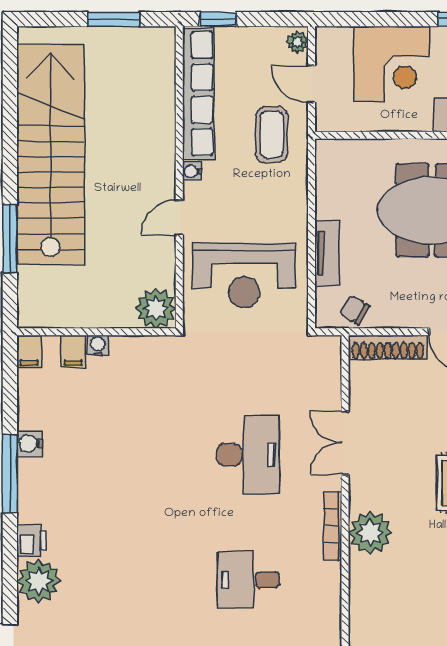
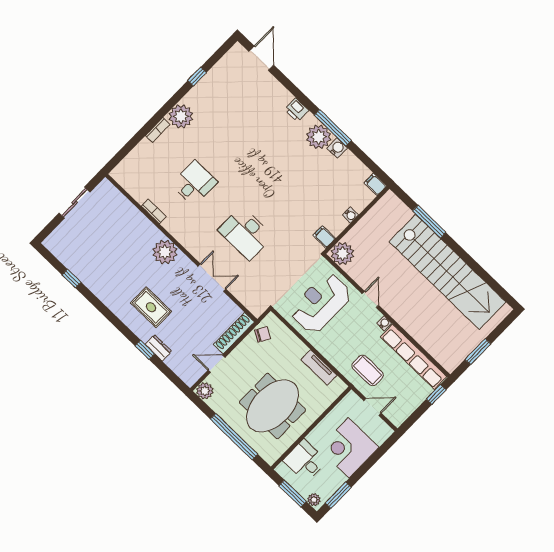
plant: (297, 42) -> (395, 418), removed
tv unit: (327, 253) -> (319, 367), moved
filing cabinet: (73, 352) -> (324, 237), moved
bookcase: (333, 526) -> (154, 211), moved, width x0.64
plant: (39, 581) -> (319, 137), moved

